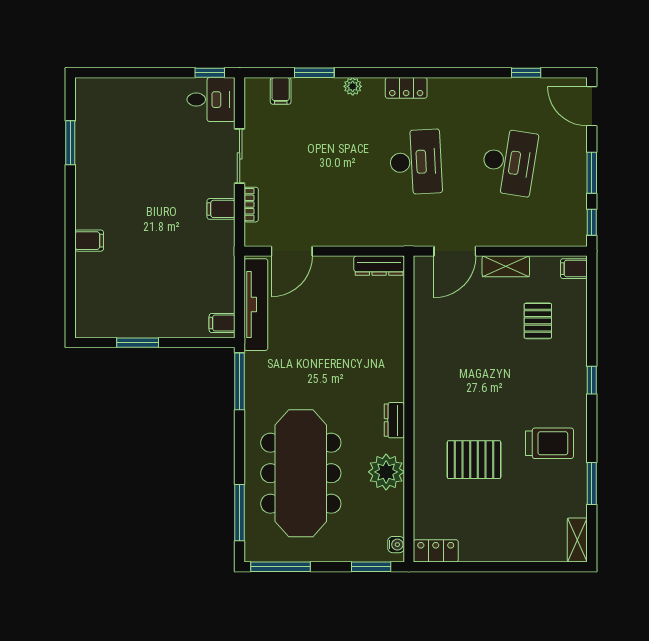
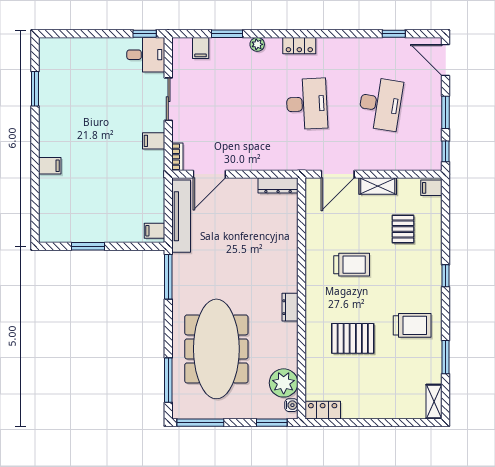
bookcase: (251, 205) -> (177, 157), moved
trolley: (473, 366) -> (352, 265), added
plant: (386, 472) -> (284, 383), moved

